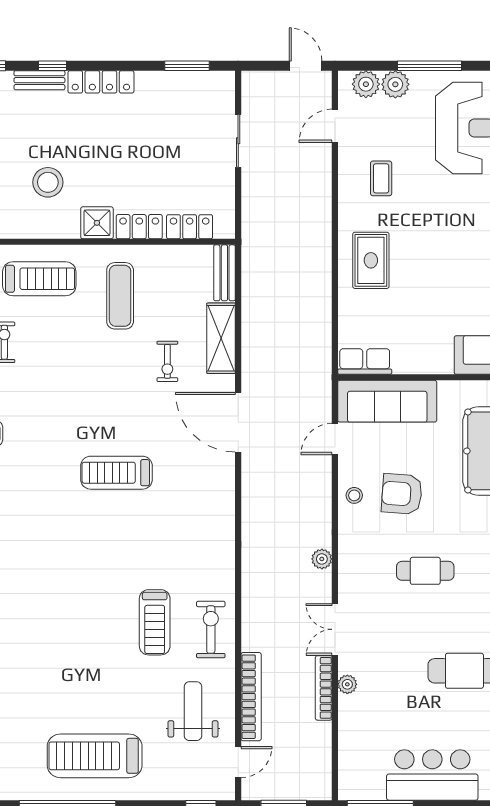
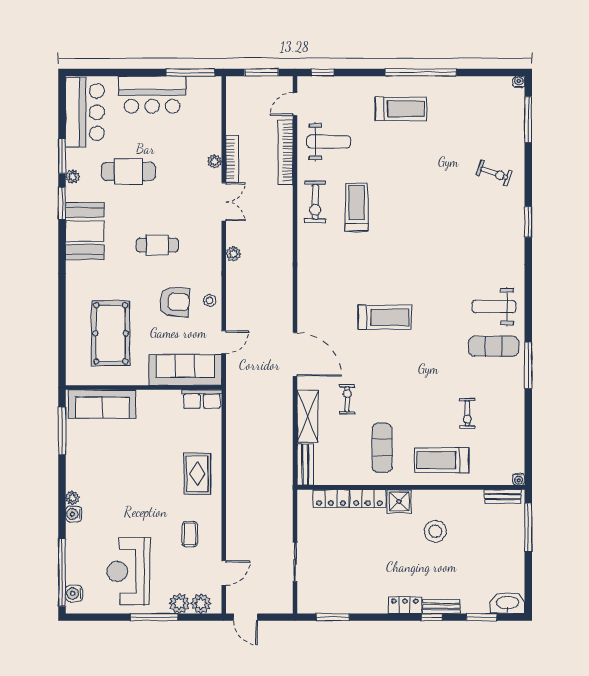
locker: (101, 82) -> (405, 605), width x0.66
weight bench: (193, 711) -> (328, 142), turned -90
treadmill: (95, 756) -> (401, 109), width x0.73, depth x0.73

